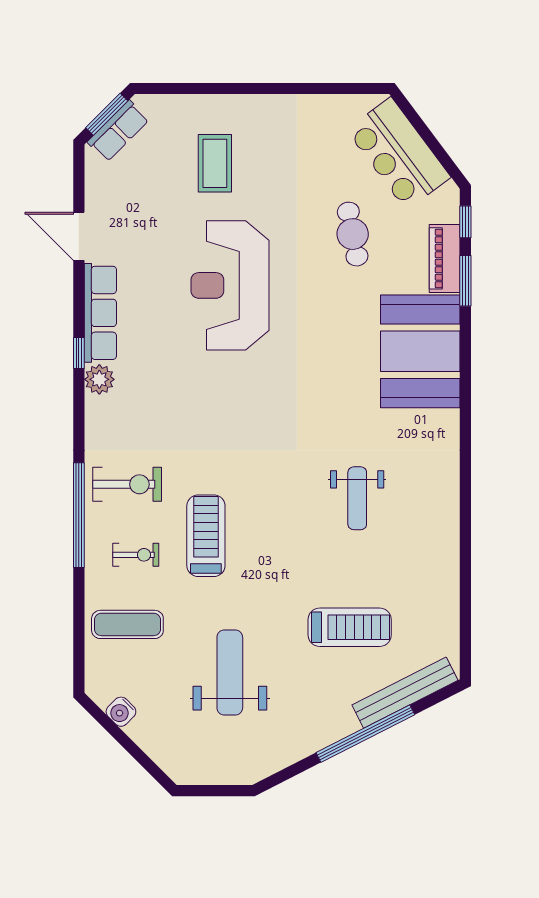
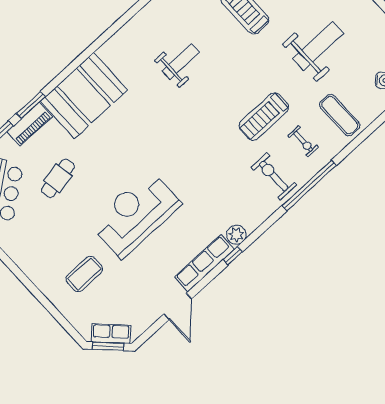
reception desk: (230, 285) -> (135, 214), turned 180
exercise bike: (136, 555) -> (303, 141), turned 180
weight bench: (230, 673) -> (318, 46), turned 180

